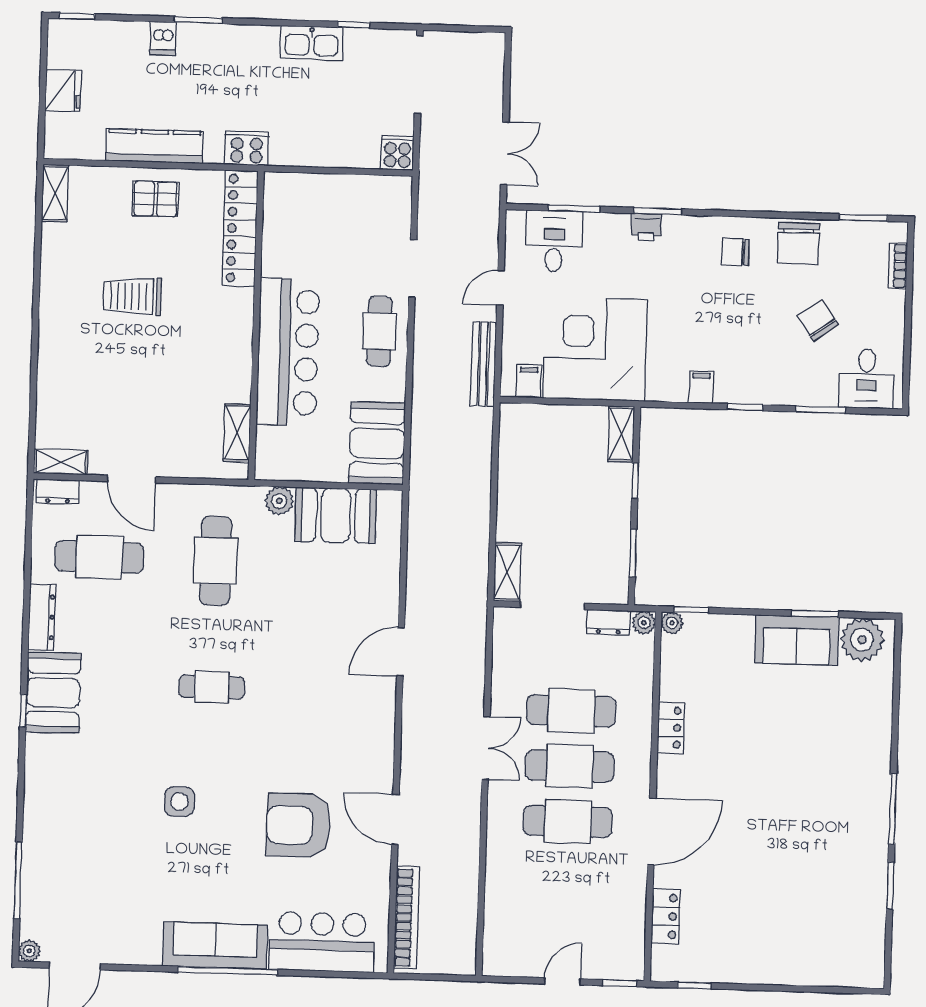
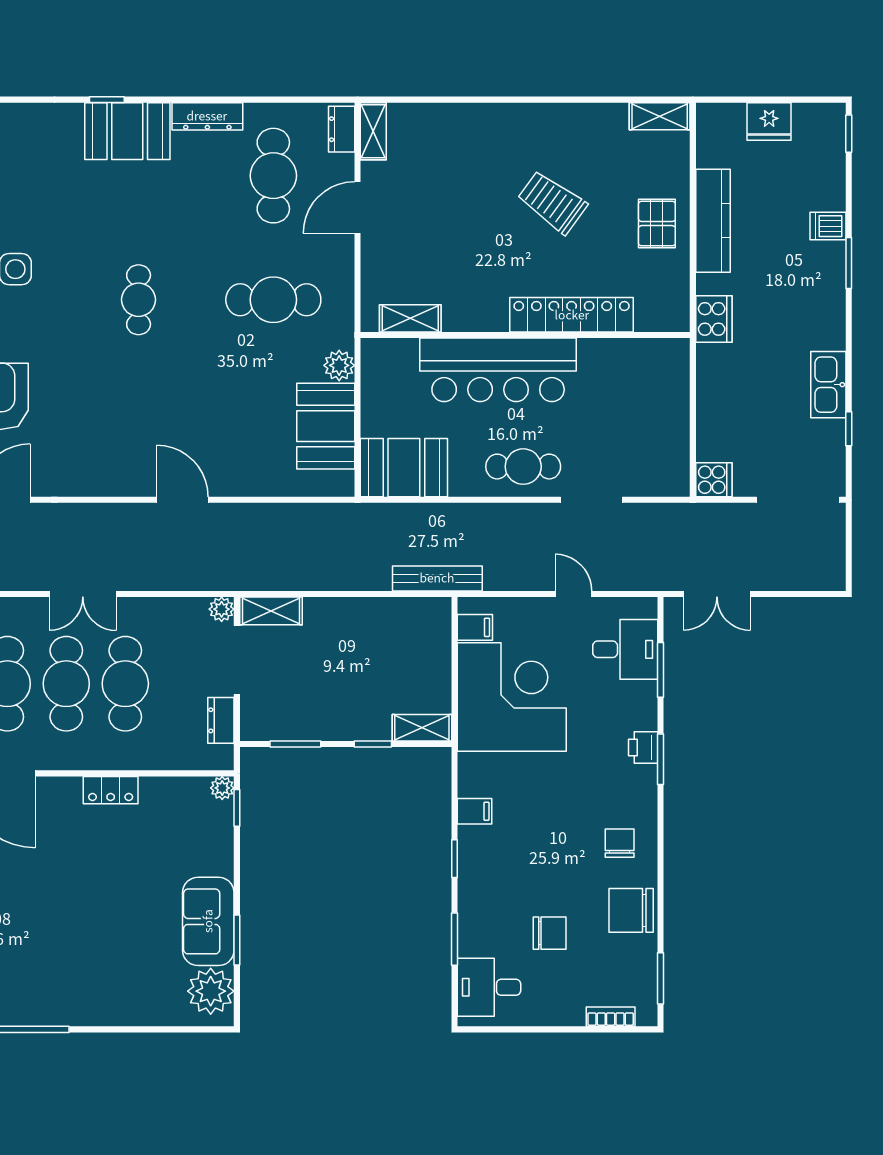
locker: (240, 228) -> (572, 315), moved
trolley: (132, 296) -> (552, 202), turned -54
chair: (818, 320) -> (550, 933), turned 35
bench: (483, 364) -> (437, 578), moved
plant: (644, 623) -> (222, 609), moved

